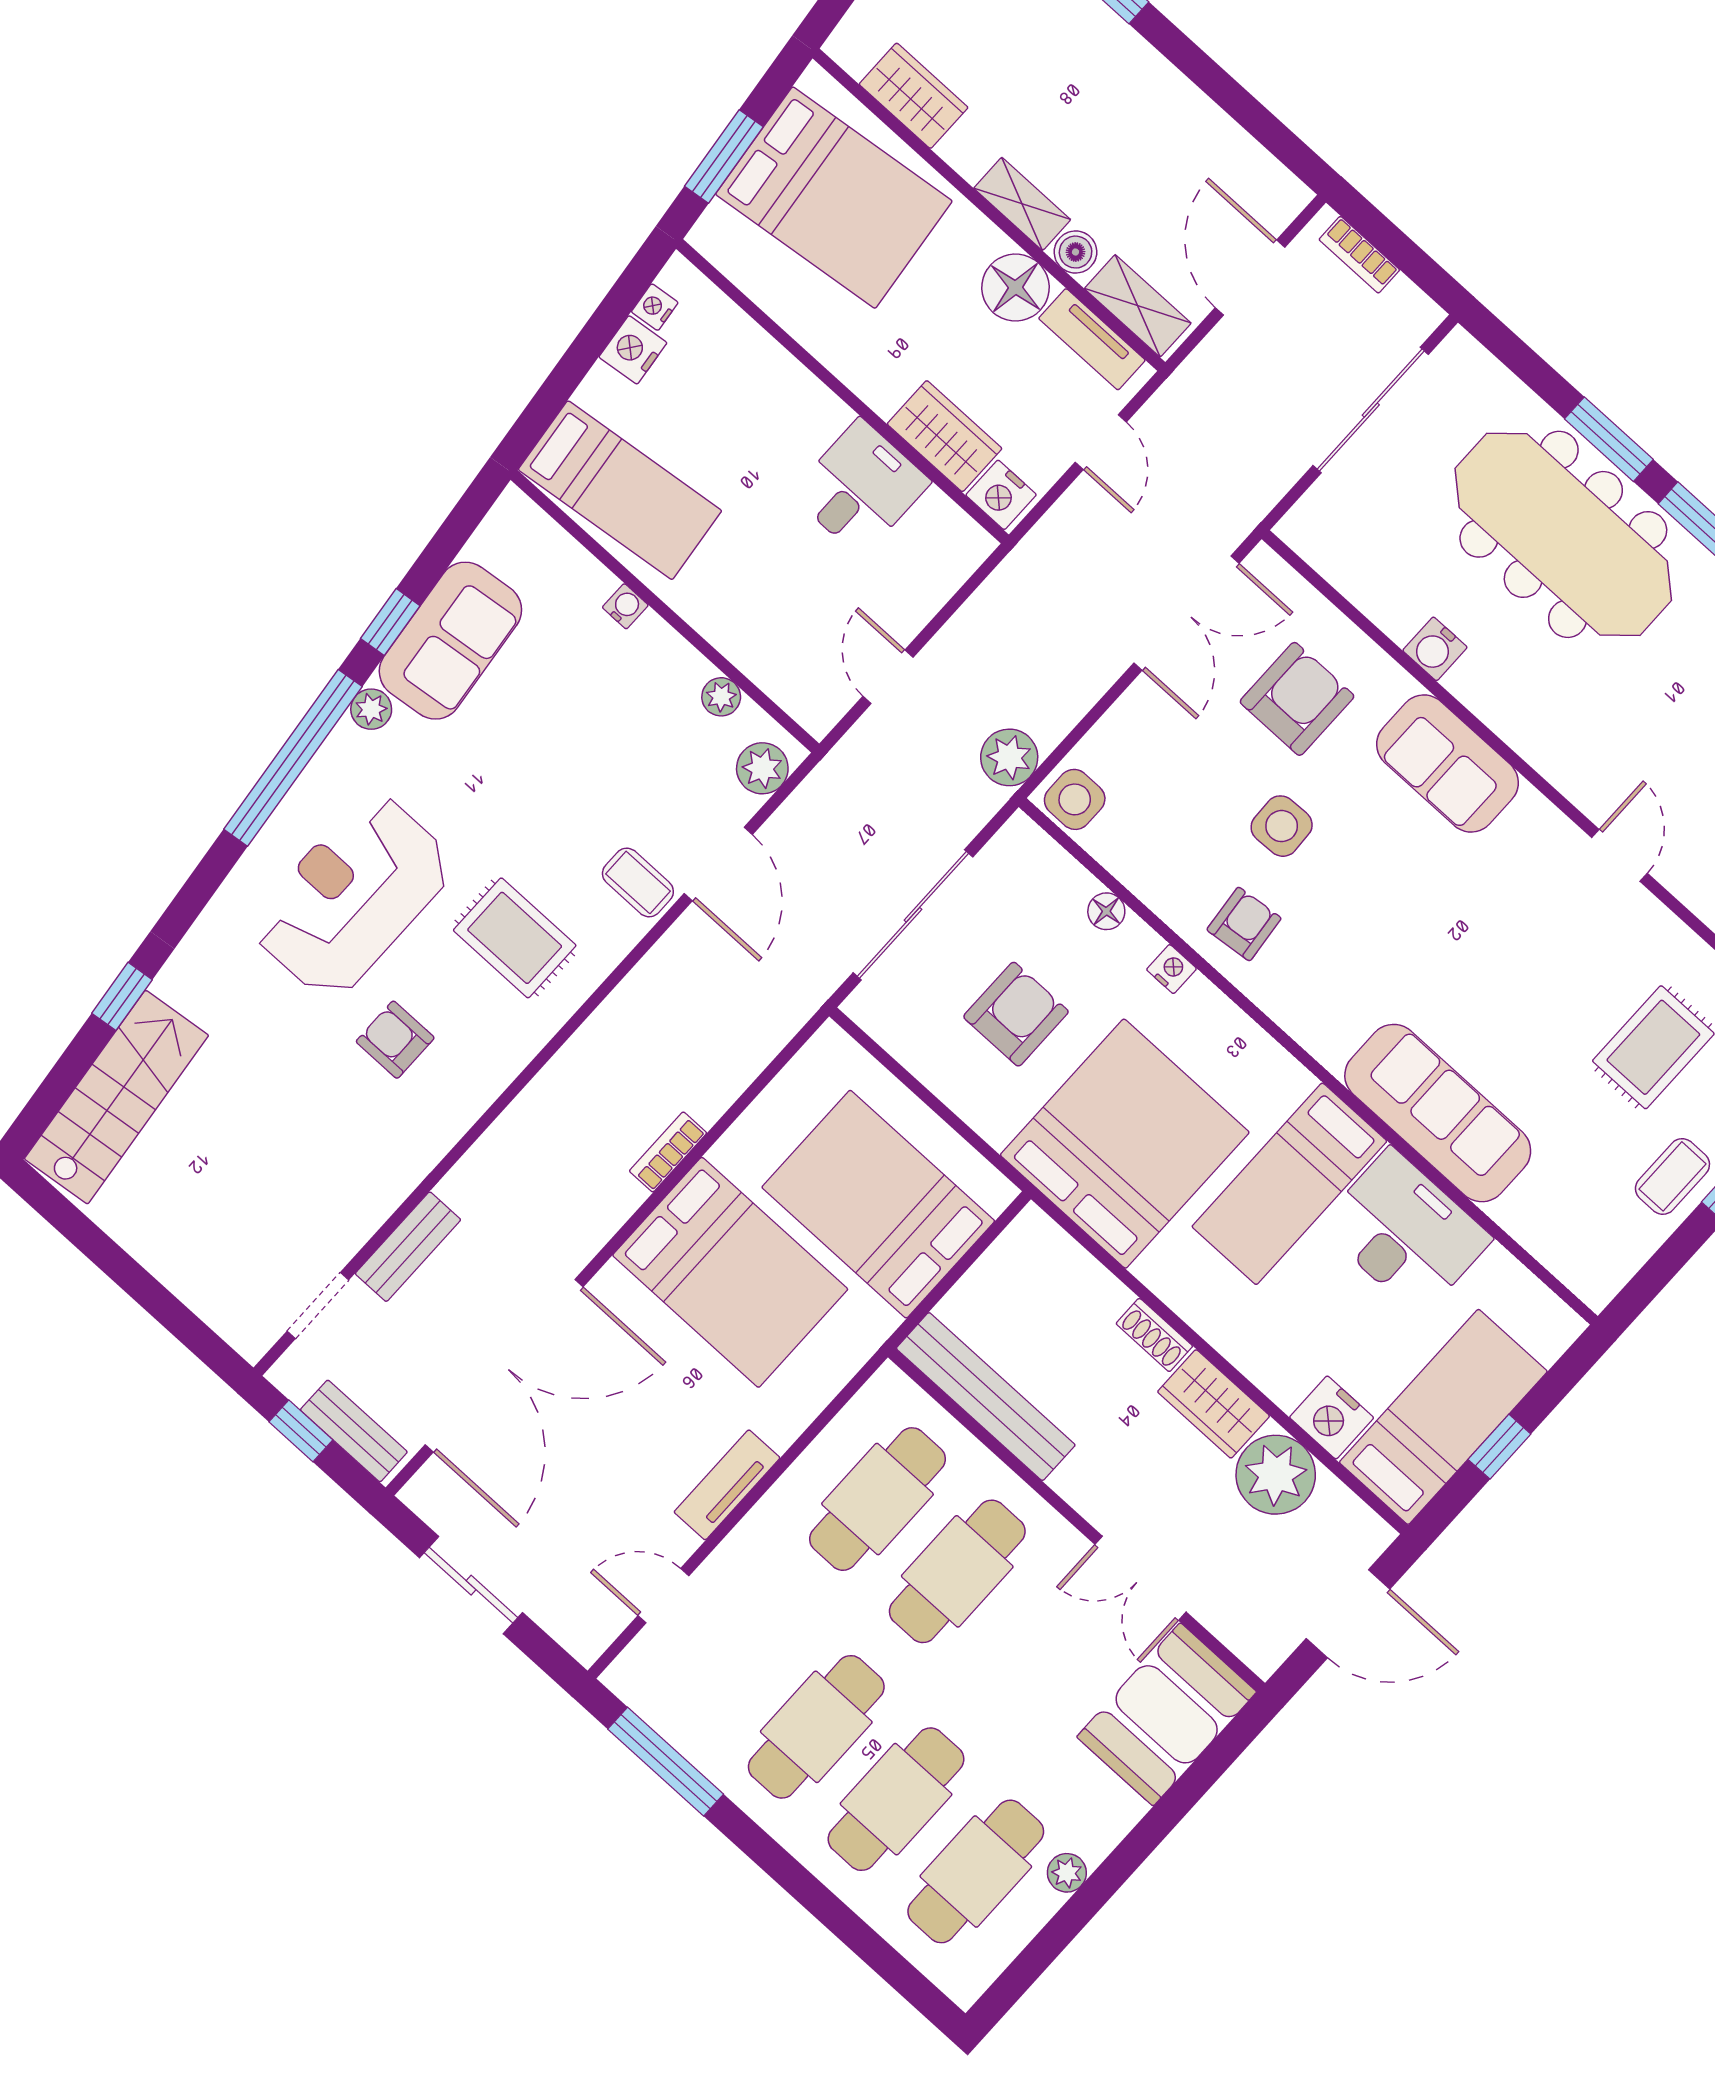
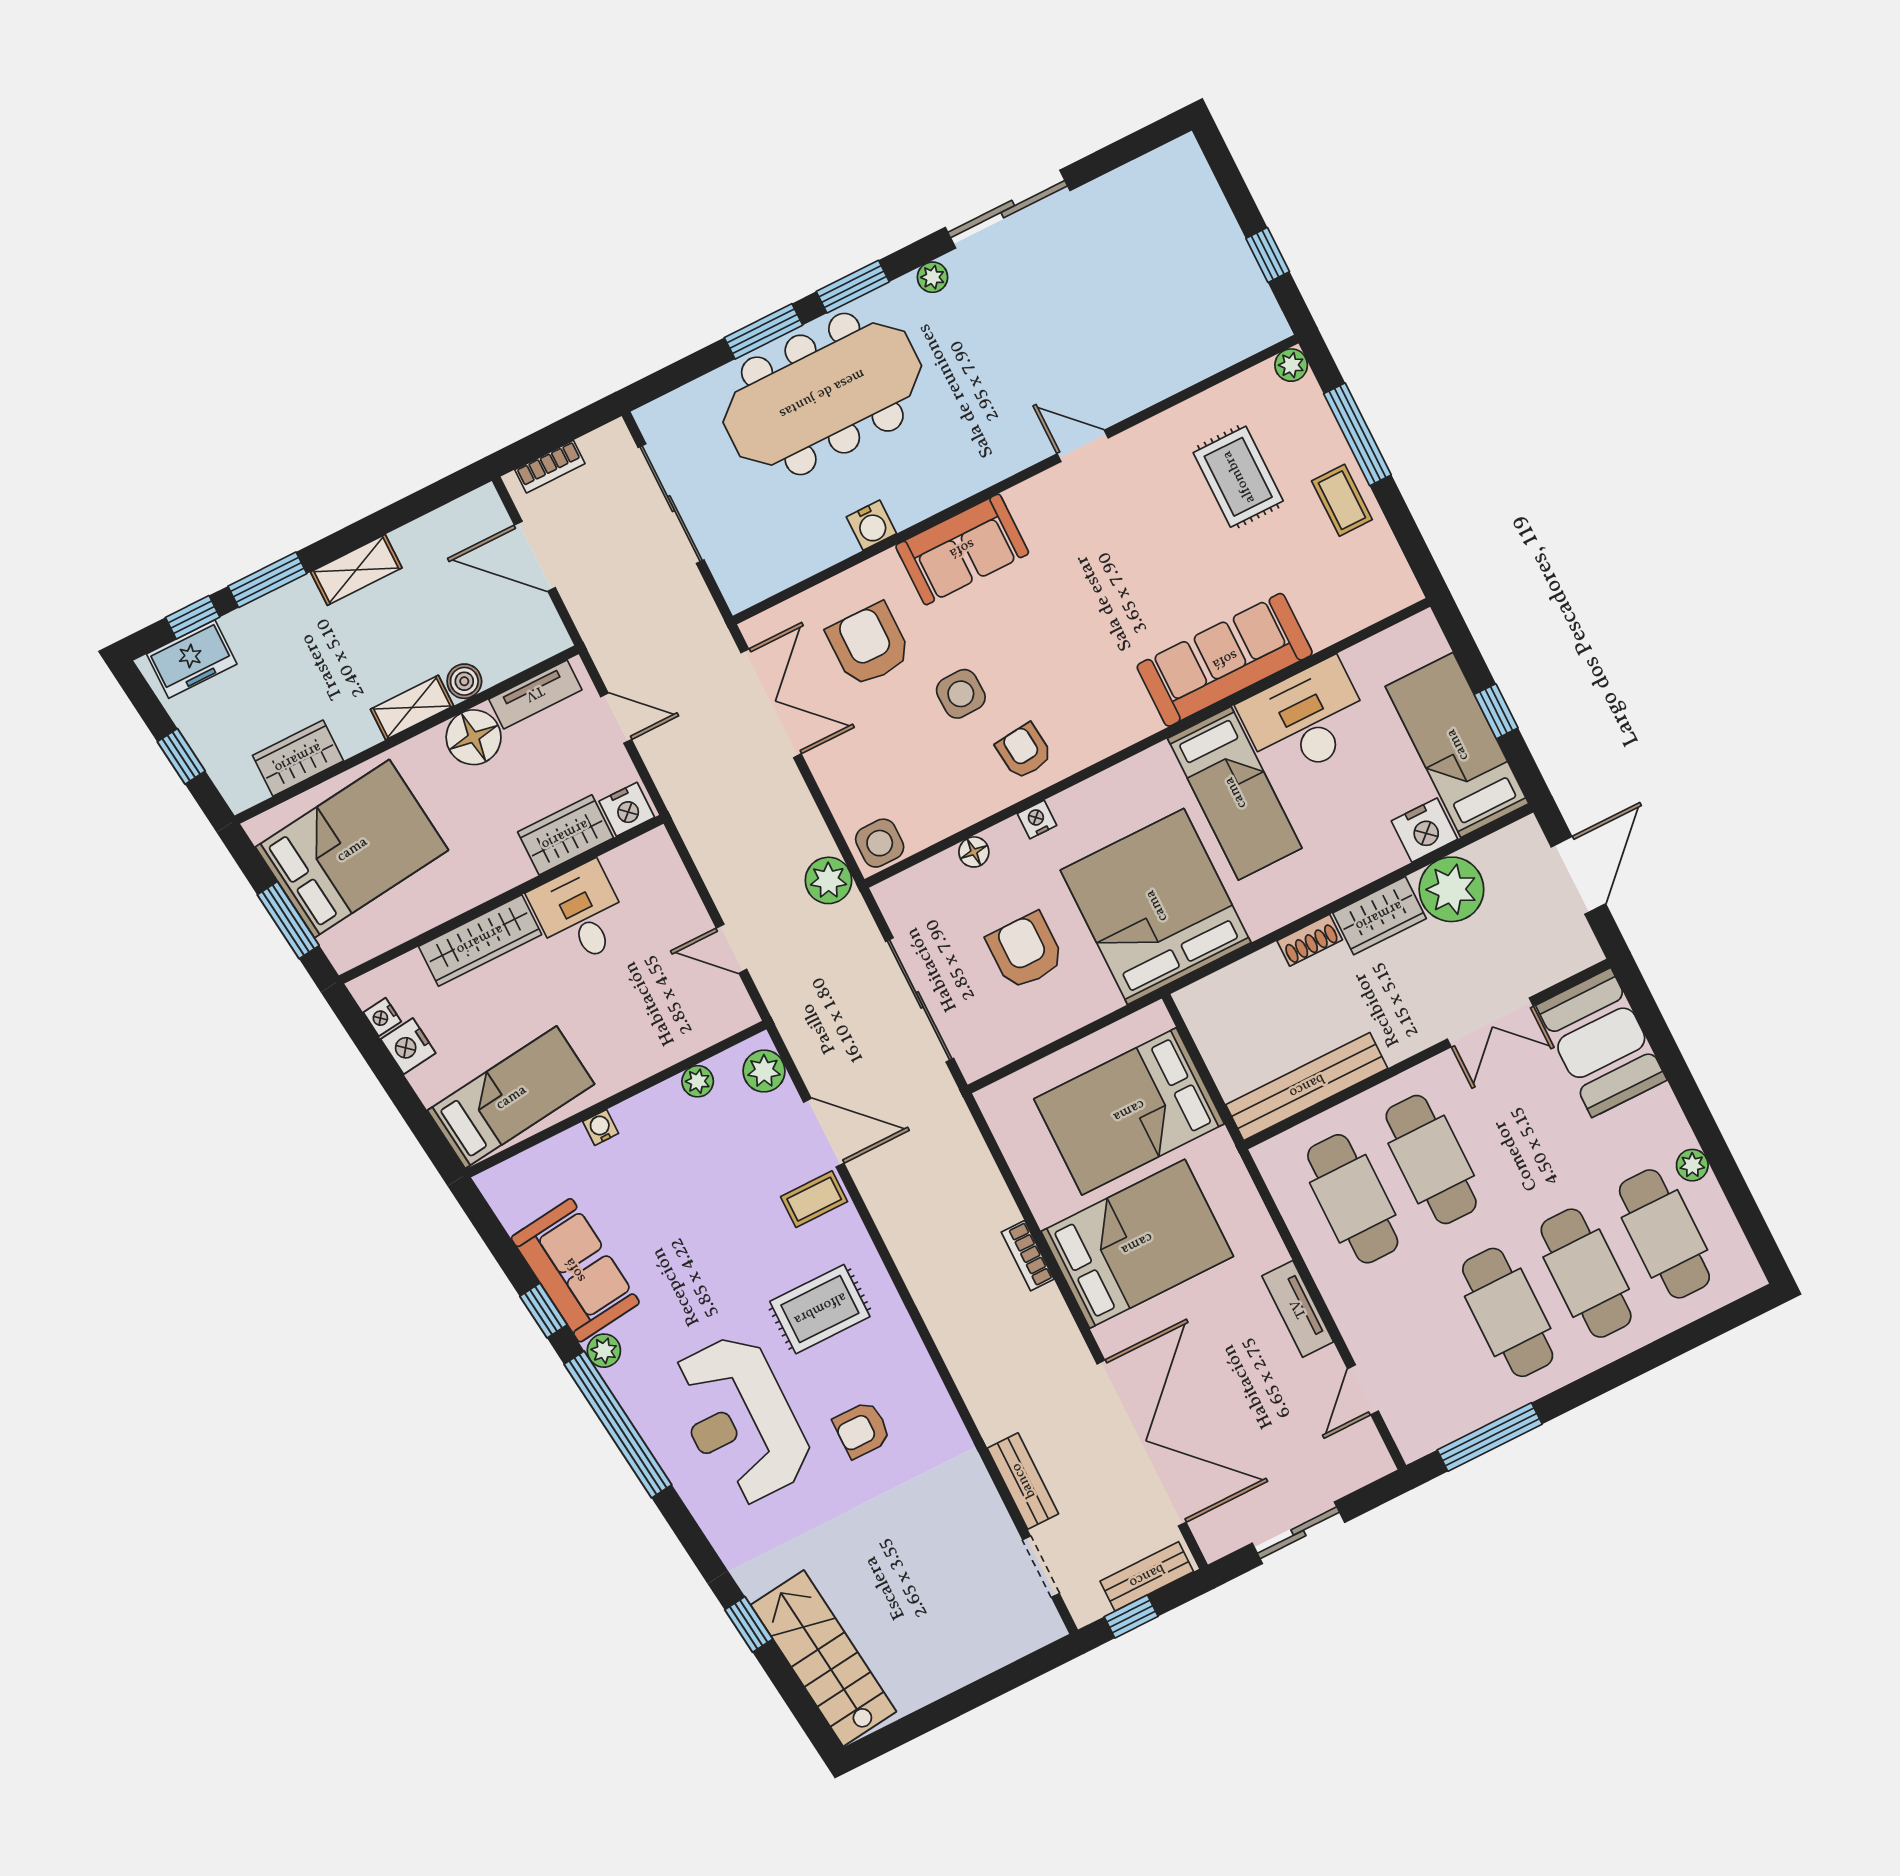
shelving: (1138, 306) -> (356, 570), moved
wardrobe: (786, 385) -> (480, 940), added

